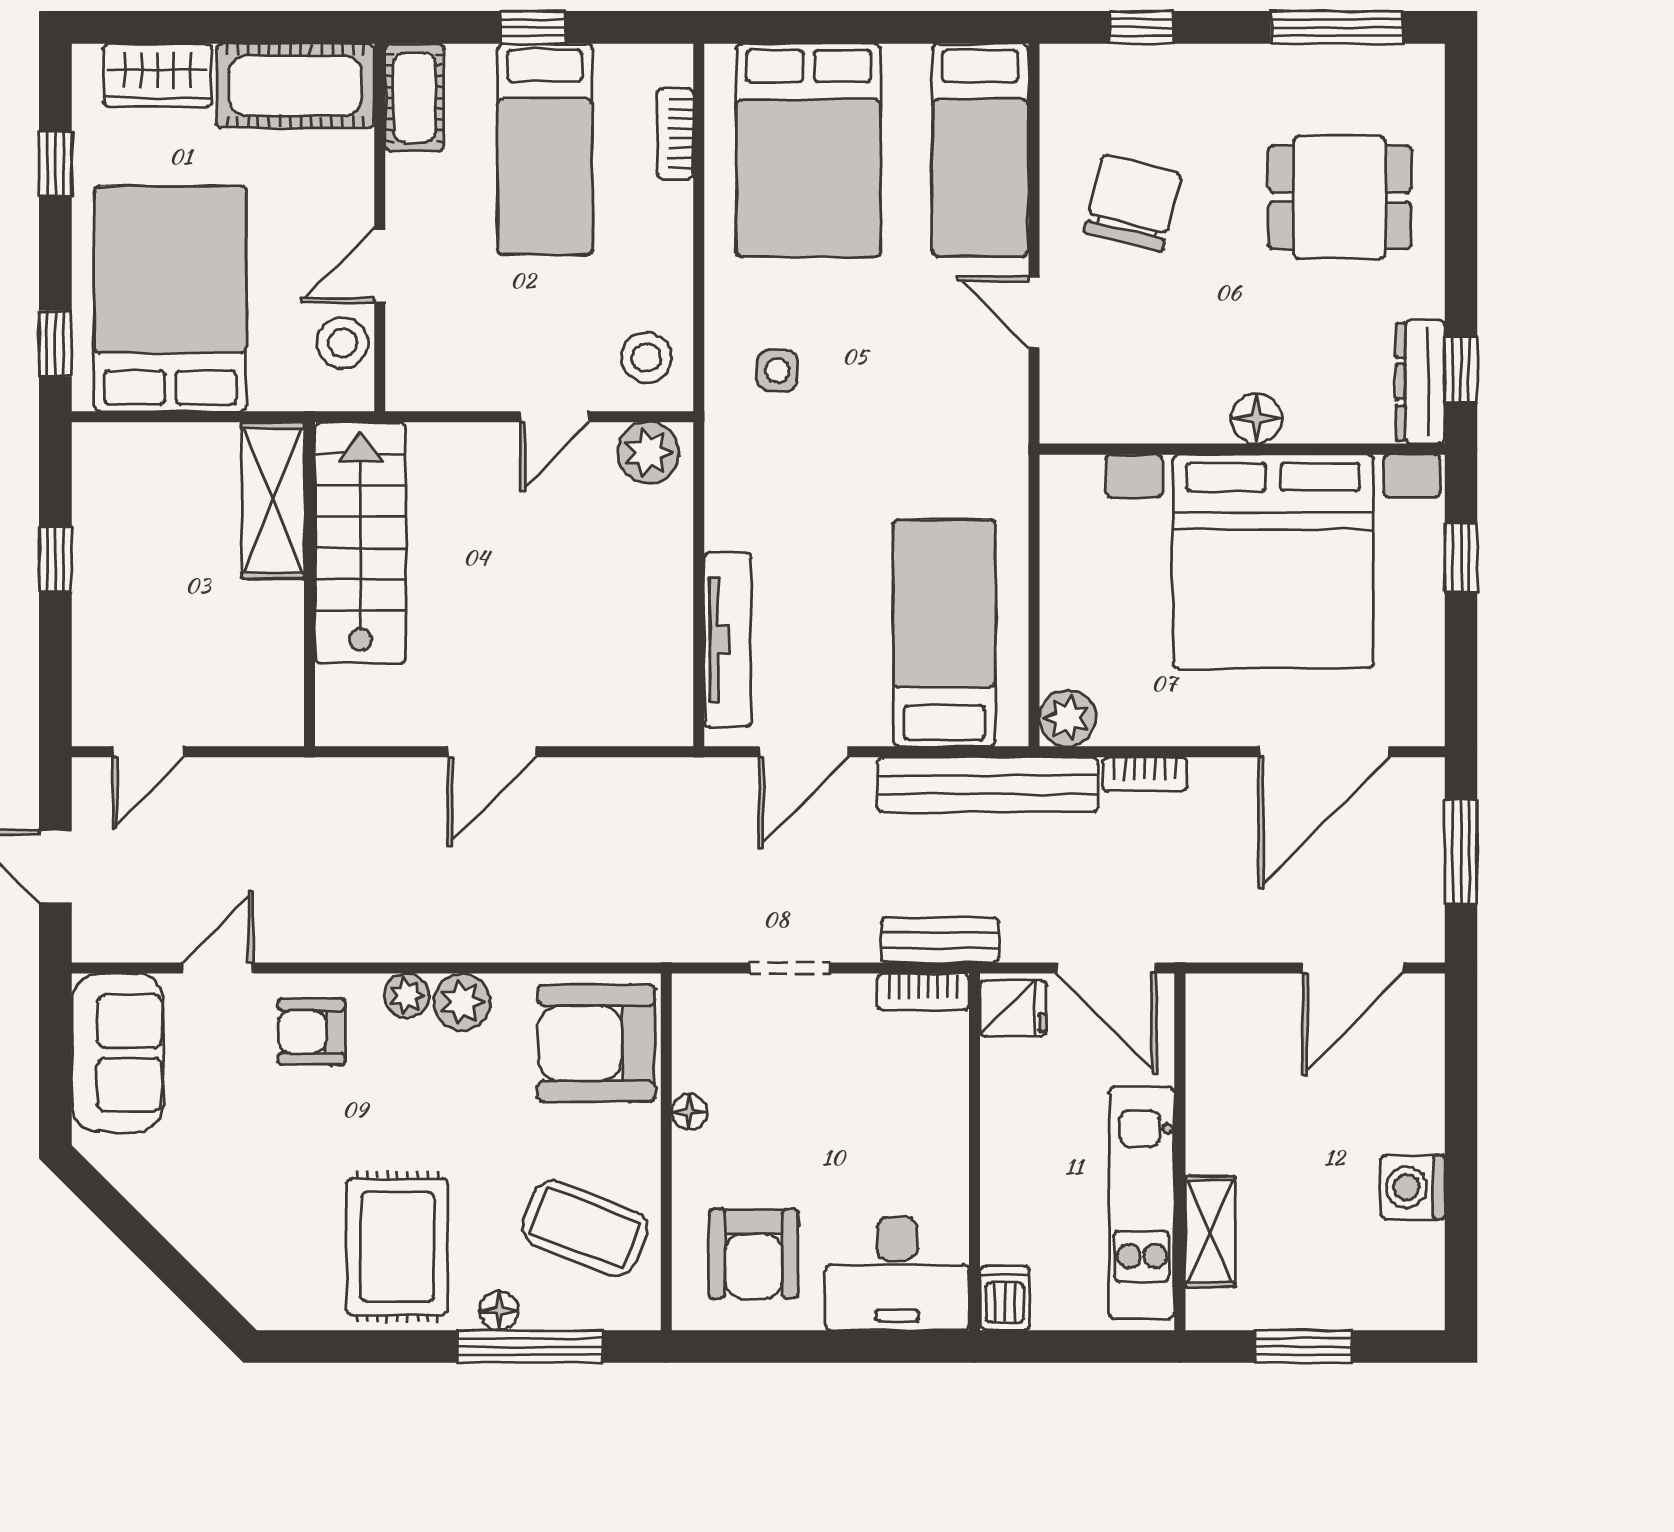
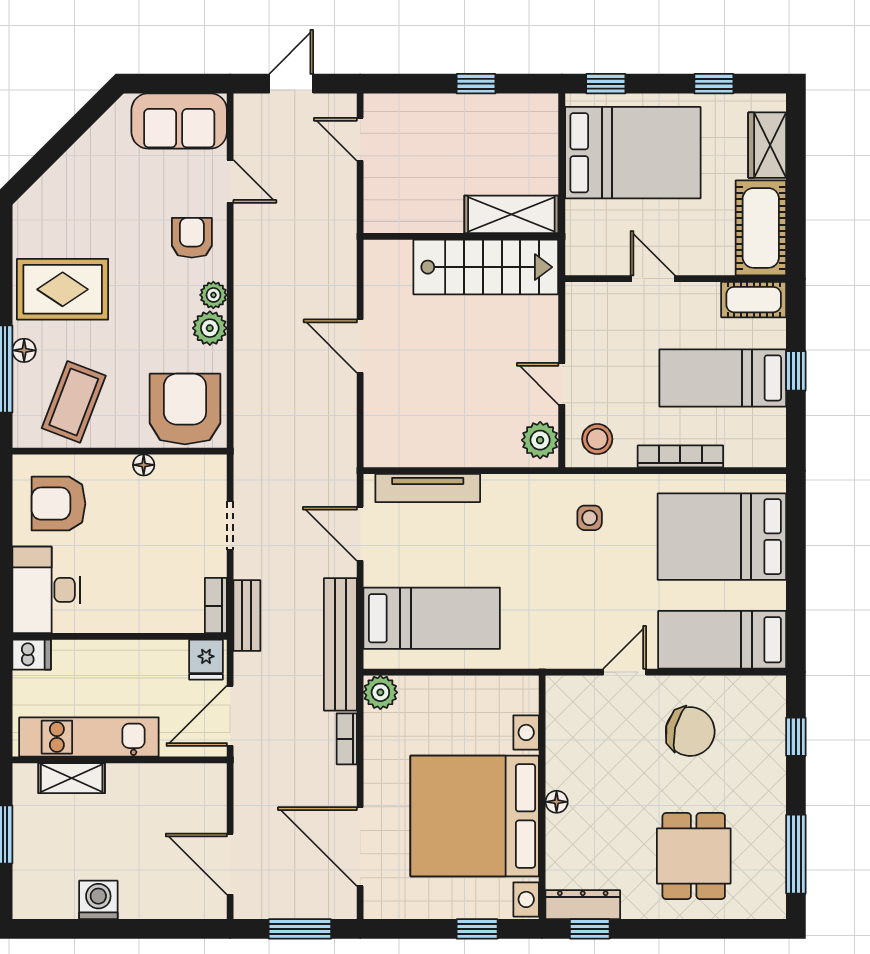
bookcase: (675, 134) -> (680, 456), moved, width x1.56
stool: (343, 343) -> (606, 256), removed
floor lamp: (1256, 418) -> (557, 802), width x0.73, depth x0.73

